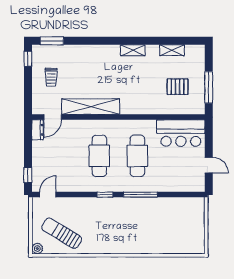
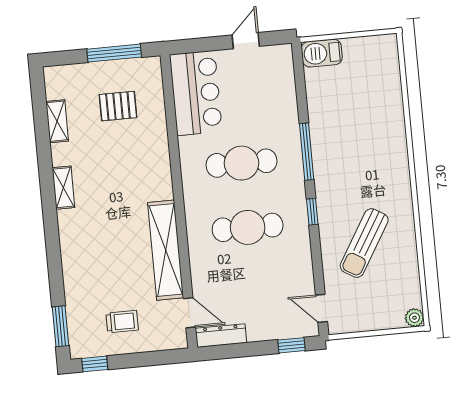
pallet: (178, 87) -> (118, 106), turned 90
dresser: (37, 130) -> (221, 336), width x1.44
barbecue: (197, 209) -> (322, 53), added
sun lounger: (62, 233) -> (364, 243), moved

